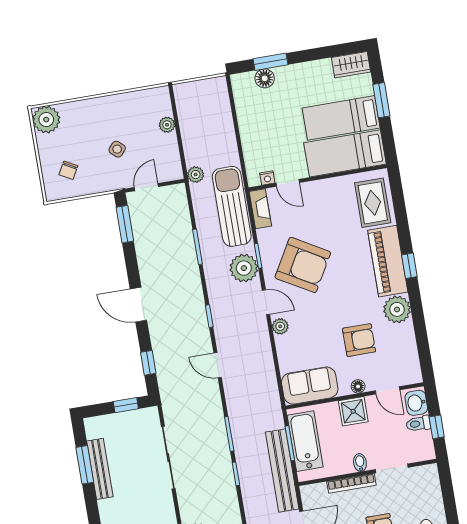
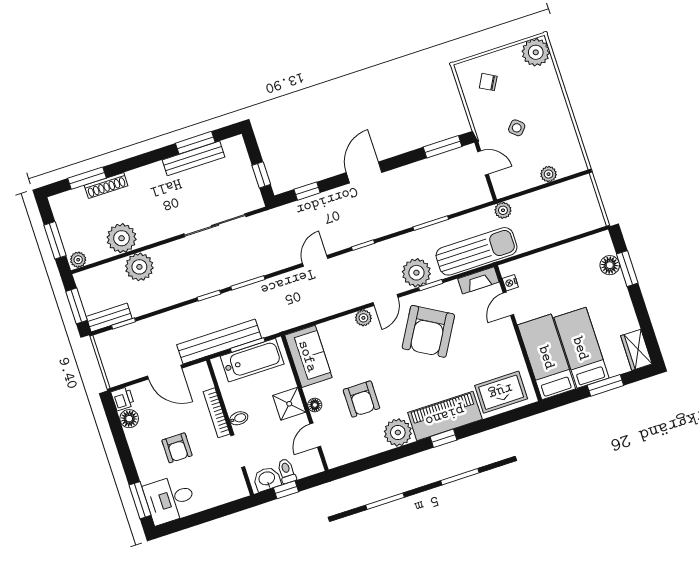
washbasin: (416, 403) -> (267, 479), moved

